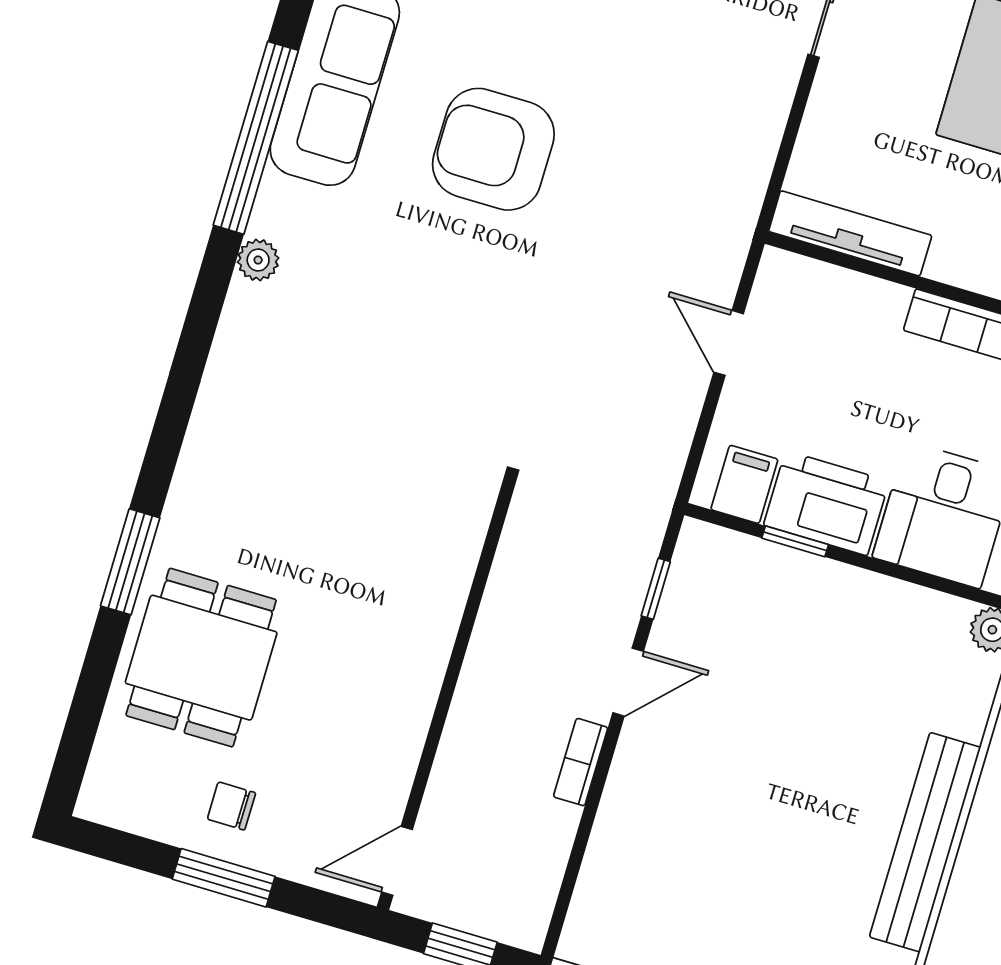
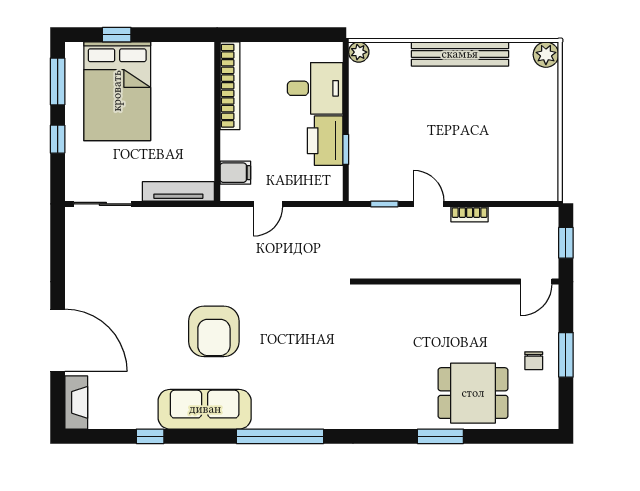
window: (256, 138) -> (280, 436), moved
tv unit: (850, 233) -> (178, 191), moved, turned 90
plant: (258, 260) -> (293, 420), removed
filing cabinet: (744, 484) -> (235, 173), moved, turned 180
door: (397, 861) -> (536, 282), hinge flipped

